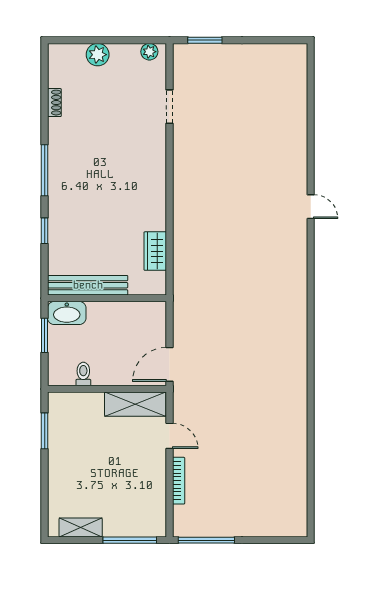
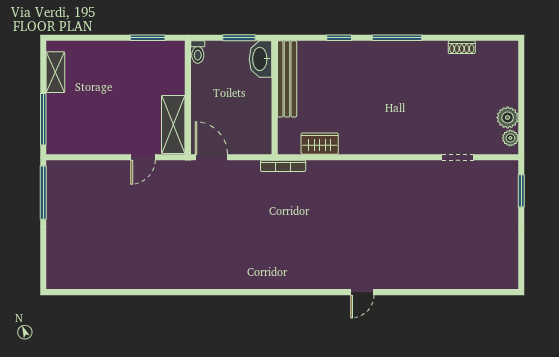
plant: (98, 55) -> (508, 118), moved
toilet: (83, 374) -> (198, 52), moved, turned 90
bookcase: (179, 481) -> (283, 166), moved

